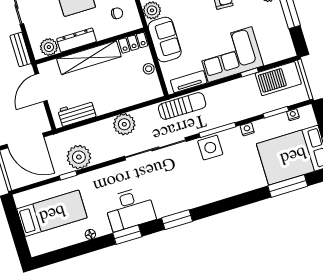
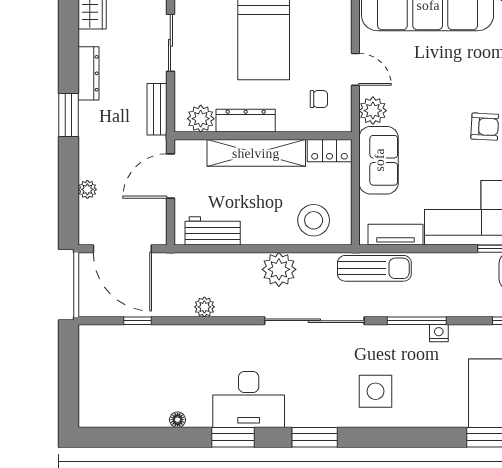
stool: (149, 69) -> (314, 220), moved, width x1.89, depth x1.89
nightstand: (247, 129) -> (439, 333), moved
side table: (210, 148) -> (376, 391), moved
plant: (79, 157) -> (204, 307), width x0.53, depth x0.53
window: (68, 175) -> (138, 321), moved
bed: (52, 213) -> (129, 370), removed

